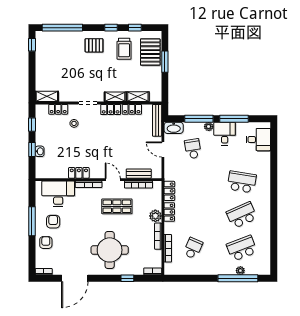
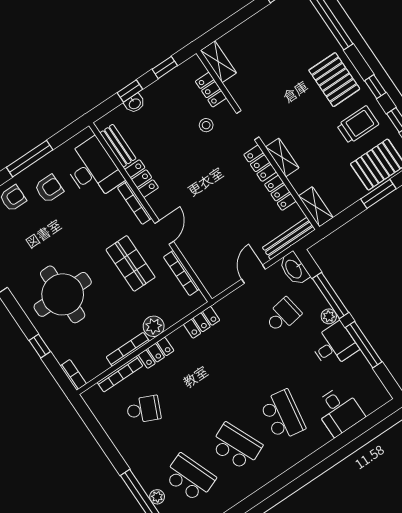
pallet: (94, 45) -> (334, 80), width x1.50, depth x1.42
trolley: (124, 49) -> (358, 125), turned 180
shelving: (138, 97) -> (316, 207), moved
desk: (258, 140) -> (339, 411), moved
bench: (139, 174) -> (118, 146), moved
locker: (169, 212) -> (156, 353), moved

